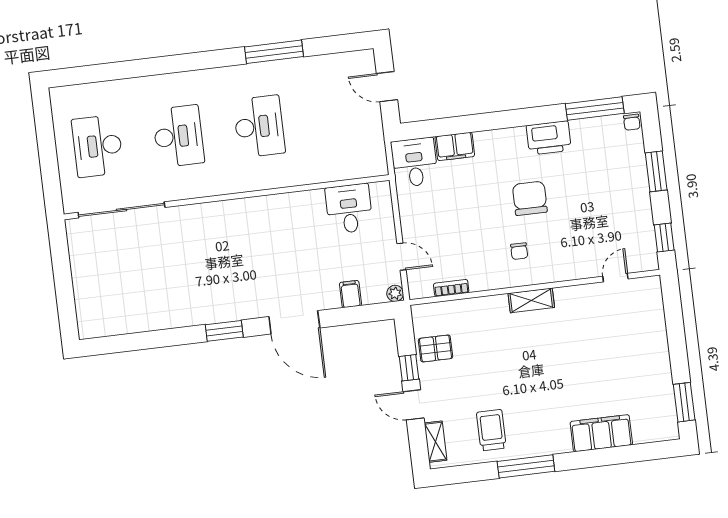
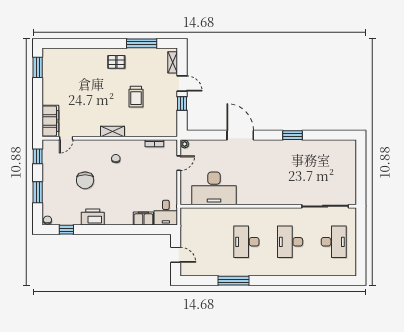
window: (595, 109) -> (66, 230), width x0.46
chair: (530, 198) -> (85, 180), moved
desk: (349, 209) -> (214, 188), width x1.87, depth x1.30
door: (402, 257) -> (179, 163), swing flipped
filing cabinet: (350, 294) -> (209, 147), removed
window: (224, 331) -> (292, 135), moved
pallet: (435, 348) -> (116, 62), moved
trolley: (491, 430) -> (136, 97), moved
filing cabinet: (601, 433) -> (50, 121), moved, turned -90
window: (526, 466) -> (142, 43), moved

